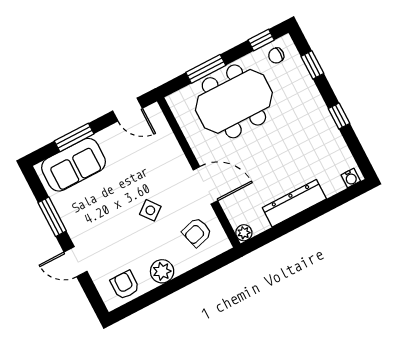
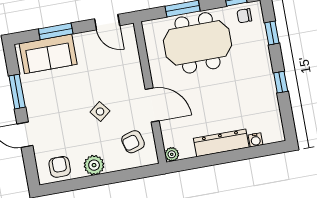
water cooler: (351, 178) -> (256, 140), moved

